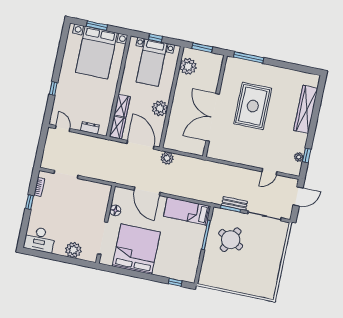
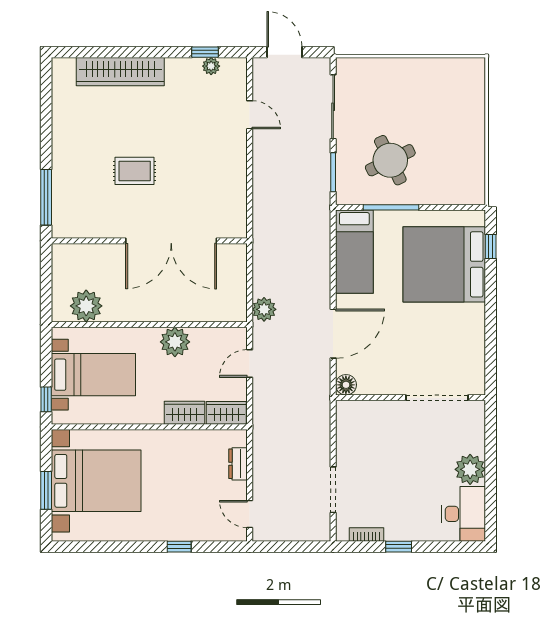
window: (155, 38) -> (46, 399), moved
window: (202, 48) -> (46, 287), removed
rug: (253, 106) -> (135, 171), width x0.54, depth x0.49
door: (63, 128) -> (250, 514), hinge flipped
door: (141, 145) -> (250, 364), width x0.53
bench: (235, 203) -> (322, 167), removed
floor lamp: (115, 210) -> (346, 385), moved
round table: (231, 240) -> (390, 160), turned 37
bed: (136, 249) -> (444, 264), moved
plant: (73, 250) -> (470, 469), moved

